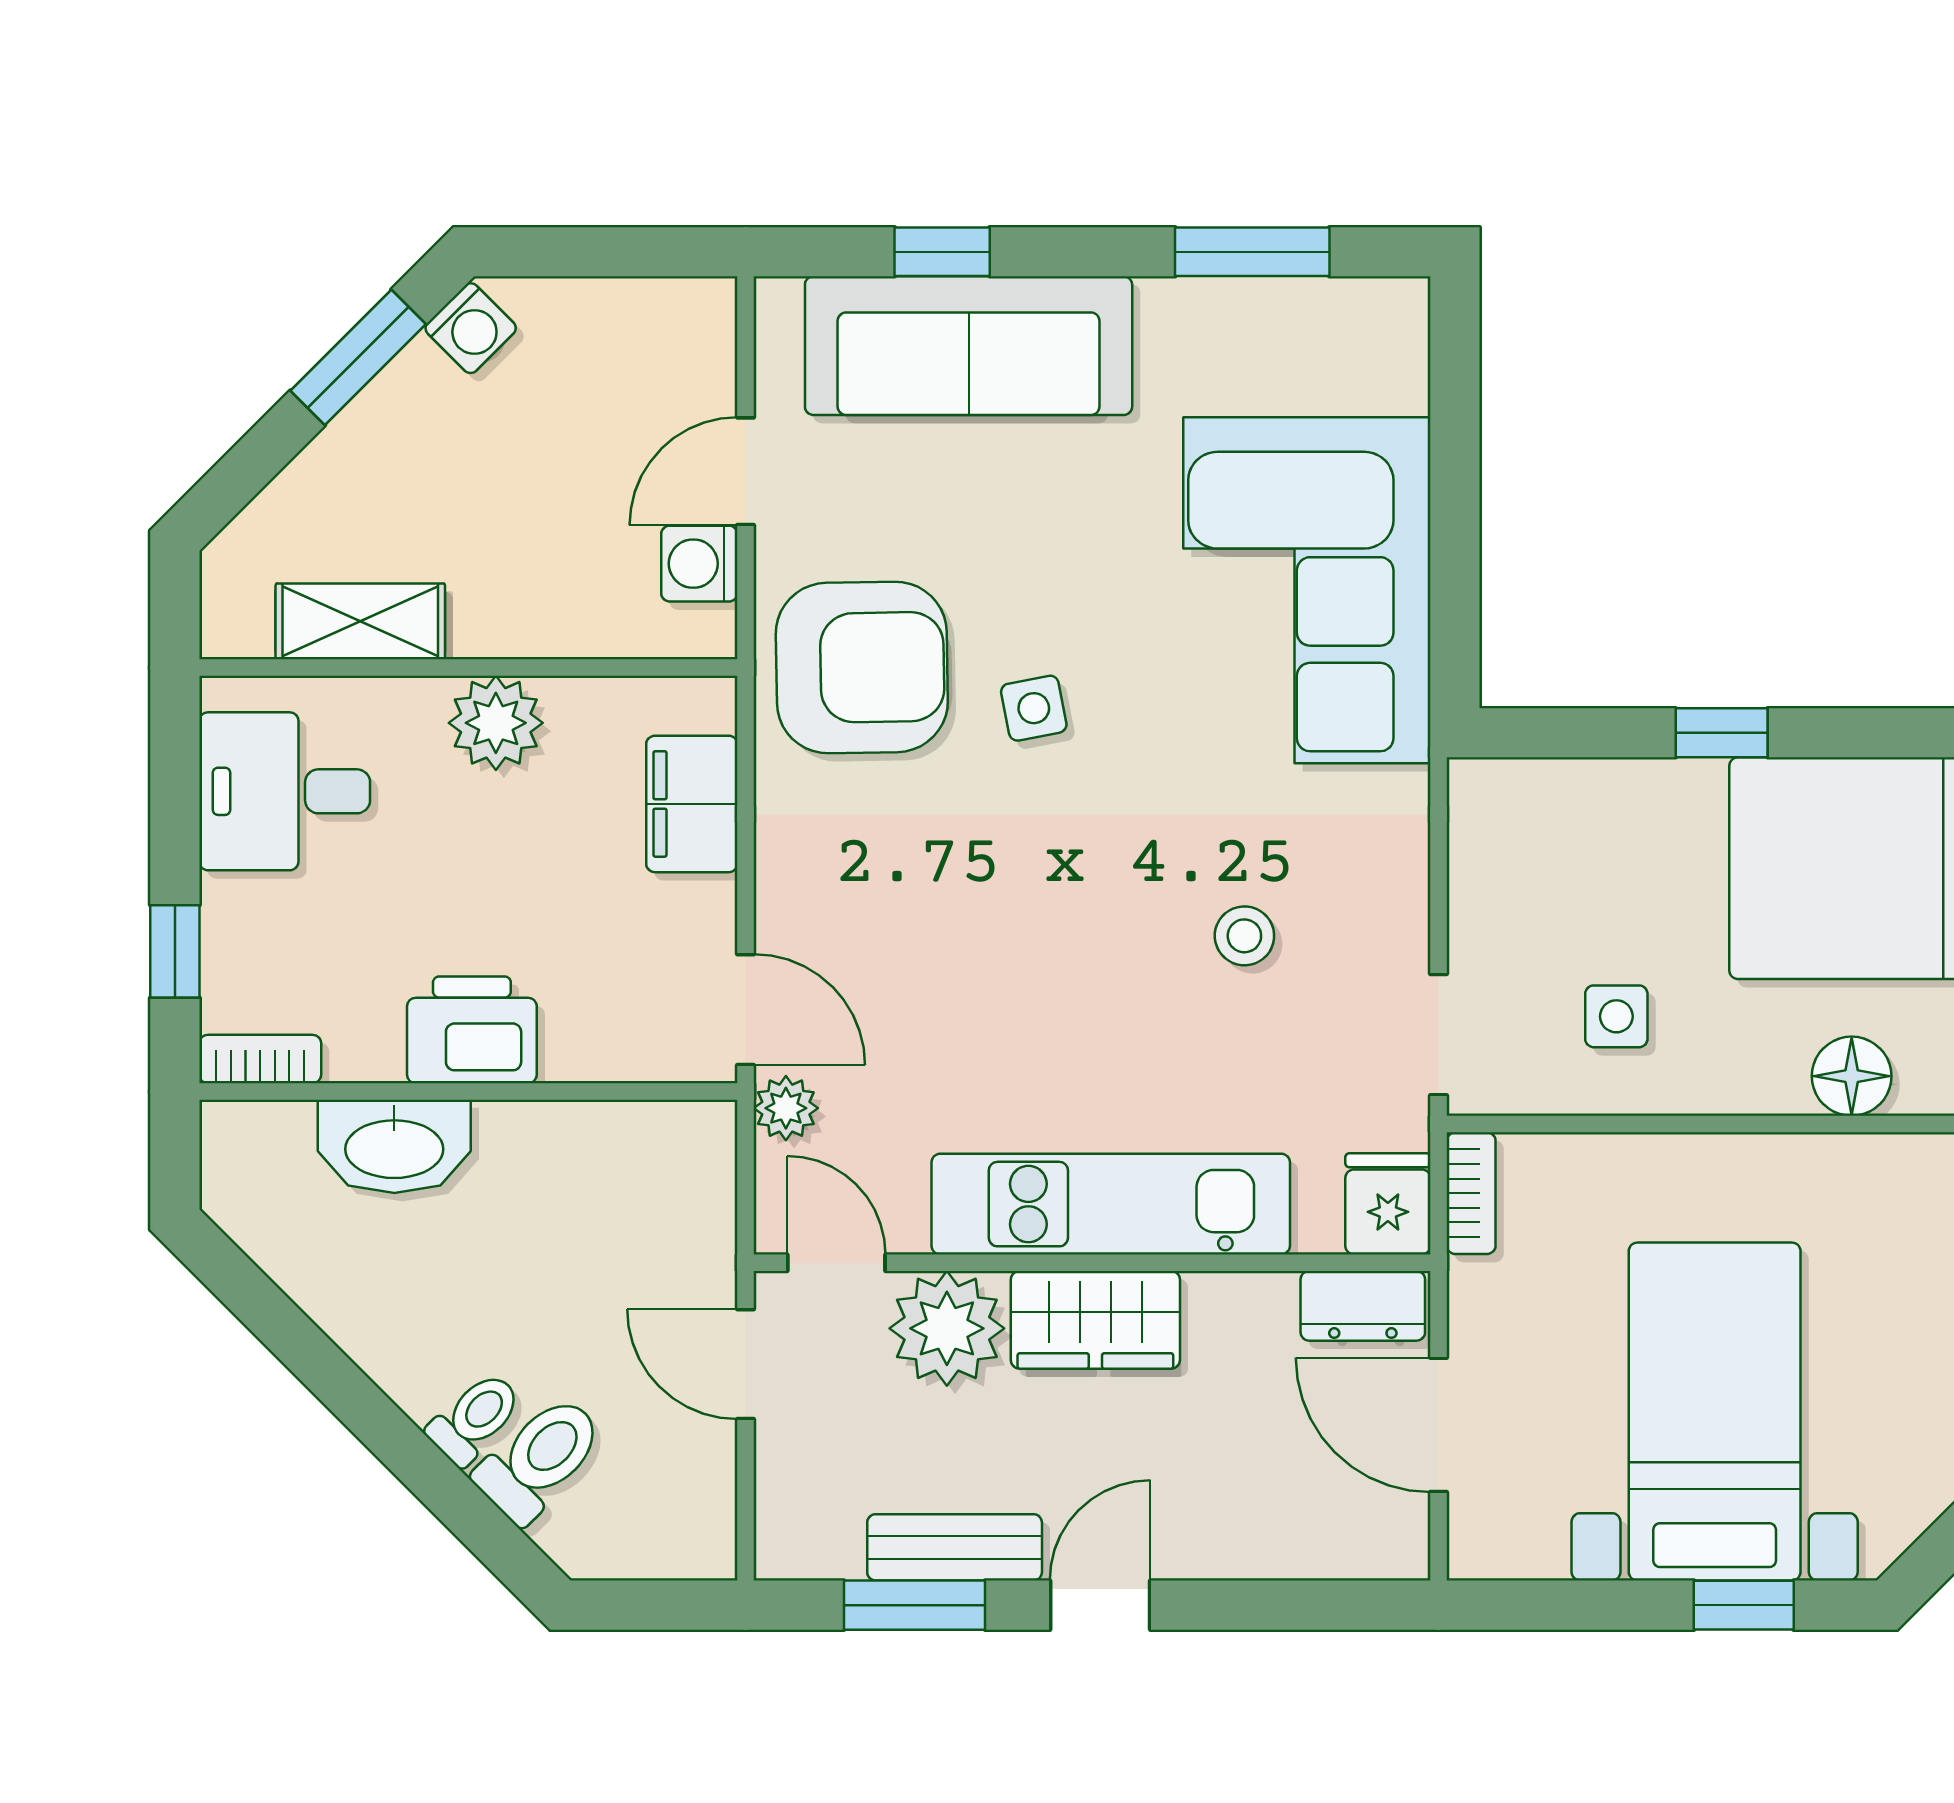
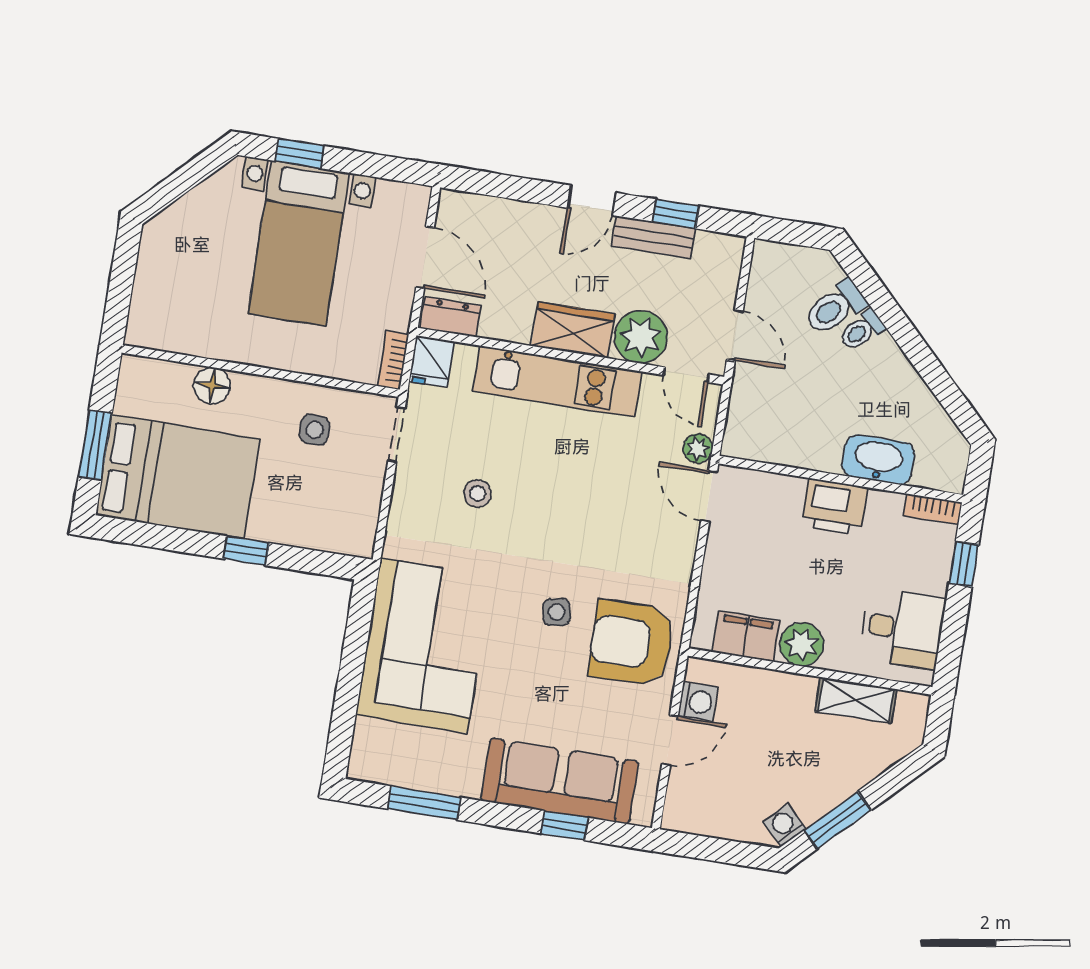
filing cabinet: (692, 804) -> (746, 636), moved, turned -90
window: (914, 1605) -> (676, 214), width x0.67

